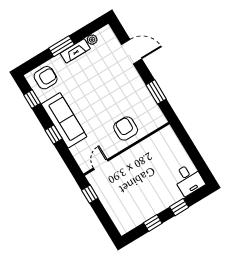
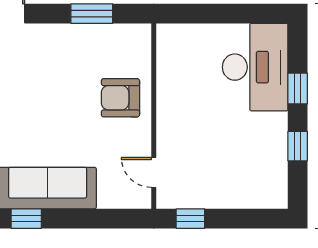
window: (54, 135) -> (26, 219), moved
desk: (189, 179) -> (255, 67), width x1.87, depth x1.30

